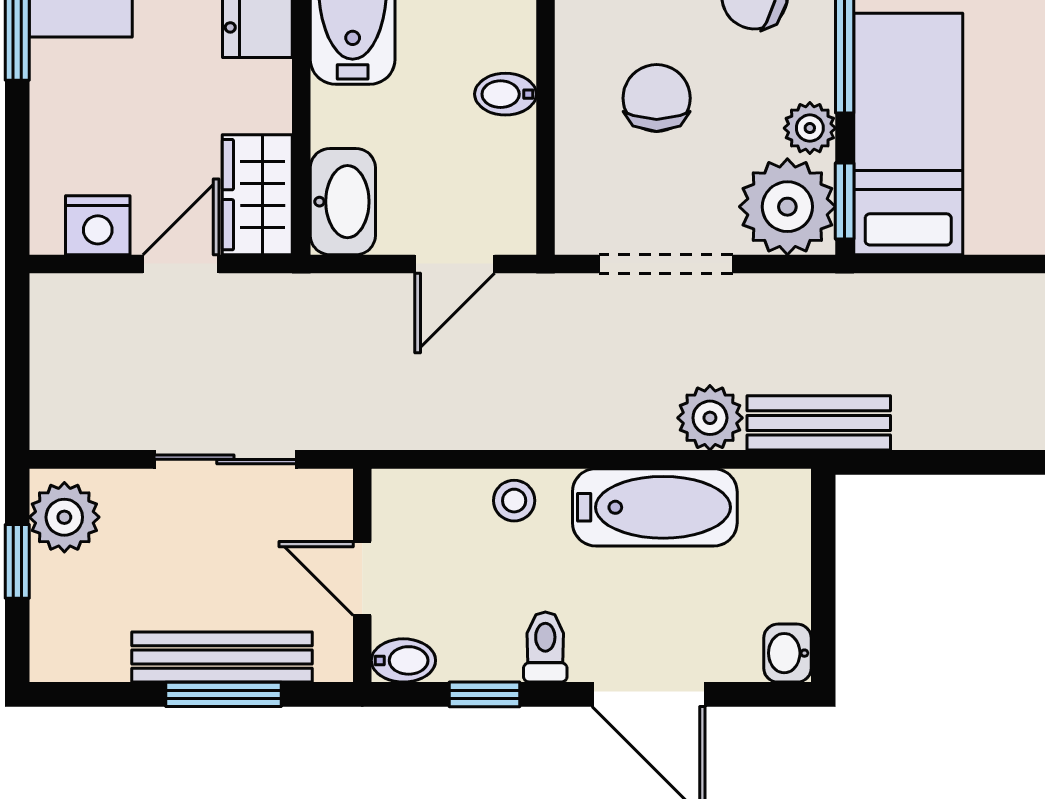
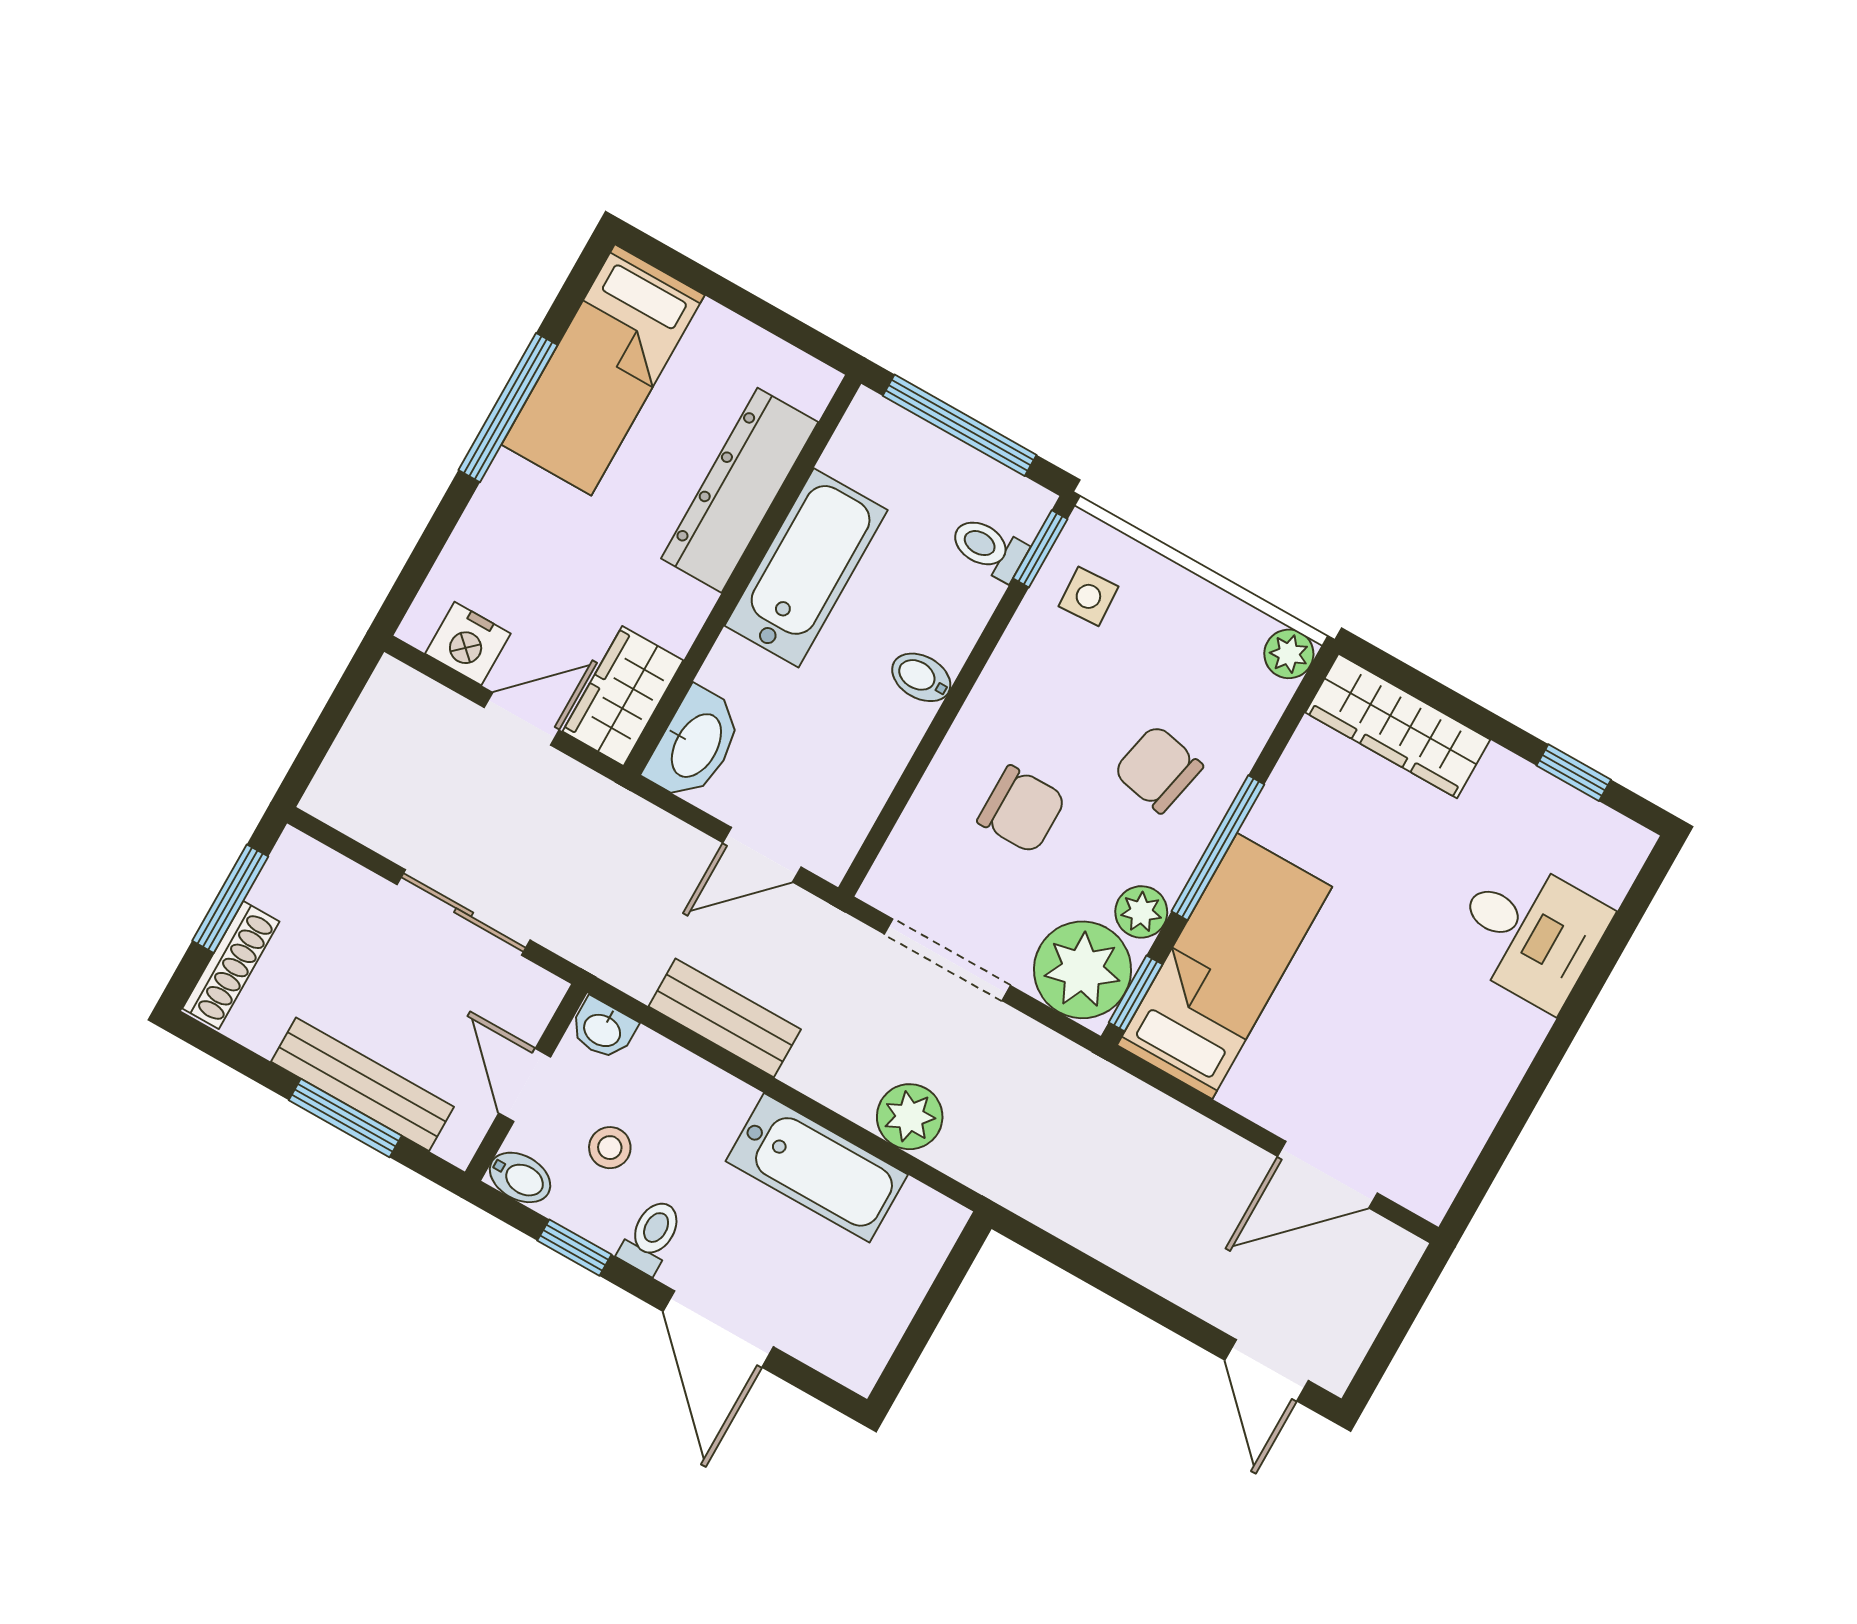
bidet: (505, 94) -> (921, 677), moved
chair: (657, 98) -> (1022, 809), turned 90
bench: (819, 423) -> (725, 1018), moved
stool: (514, 501) -> (610, 1148), moved
plant: (64, 517) -> (293, 883), removed
window: (17, 561) -> (230, 899), width x1.50
shoe rack: (50, 618) -> (231, 965), added
washbasin: (788, 653) -> (603, 1029), moved, turned -90

